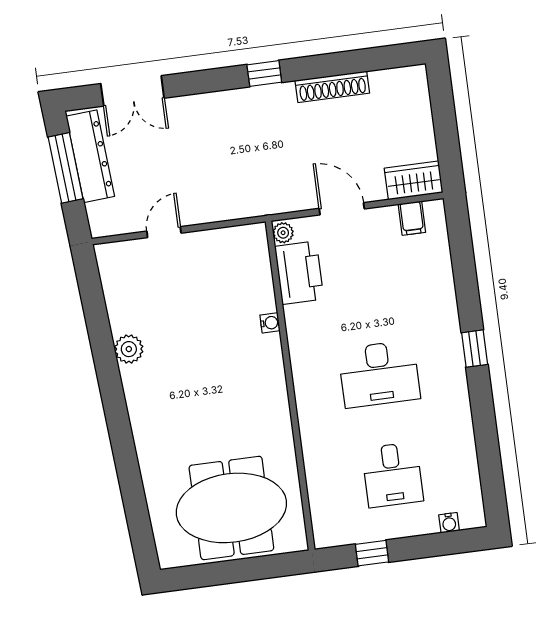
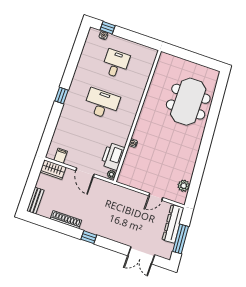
double door: (132, 91) -> (141, 255), swing flipped
bench: (418, 95) -> (35, 201), added
dresser: (90, 156) -> (173, 224), moved
plant: (129, 349) -> (184, 186), moved
meeting table: (231, 508) -> (188, 102), moved, turned 90
window: (372, 553) -> (108, 28), moved

